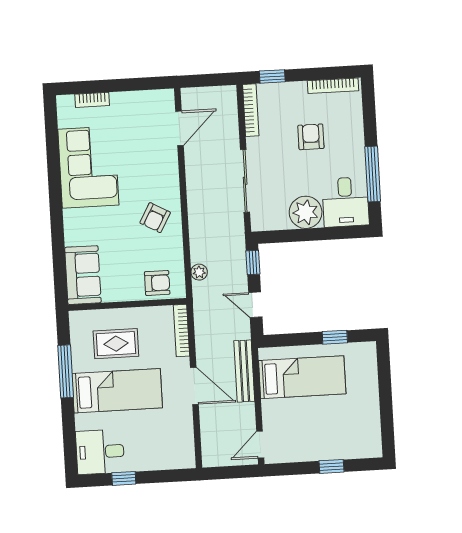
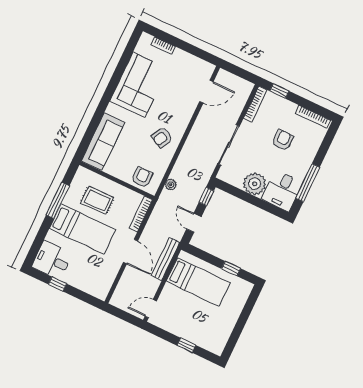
sofa: (83, 275) -> (103, 142), width x1.36
armchair: (157, 283) -> (142, 177), turned -90

